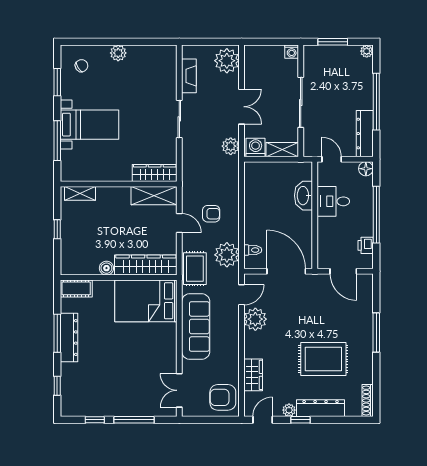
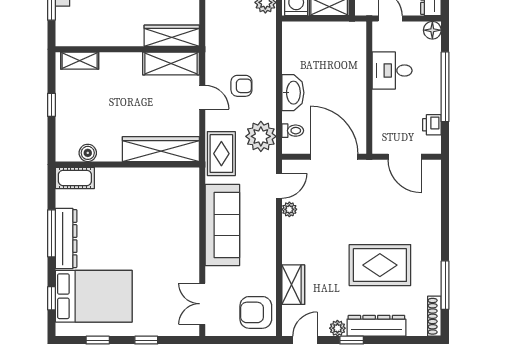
washbasin: (303, 196) -> (293, 93), moved, turned 180
boiler: (106, 268) -> (88, 153), moved
bed: (146, 301) -> (94, 296), moved, turned 180
plant: (255, 319) -> (289, 209), width x0.53, depth x0.53
window: (376, 333) -> (445, 285), moved
window: (134, 420) -> (146, 340), width x0.46

